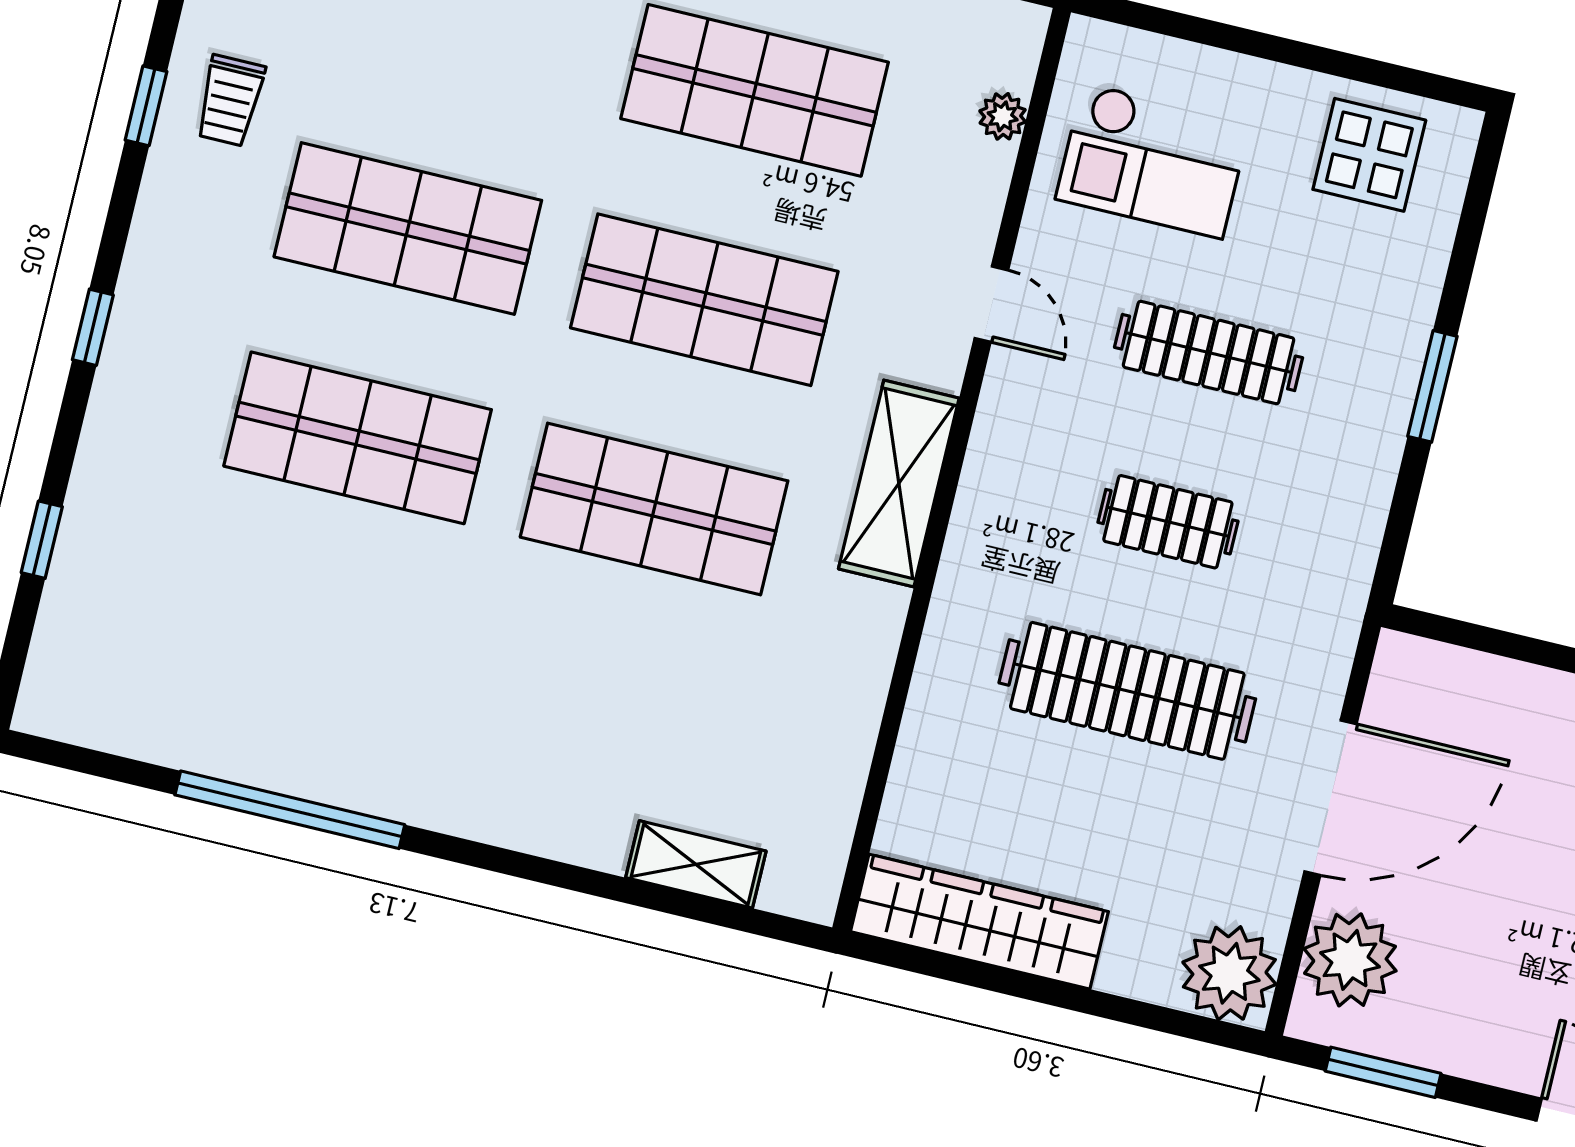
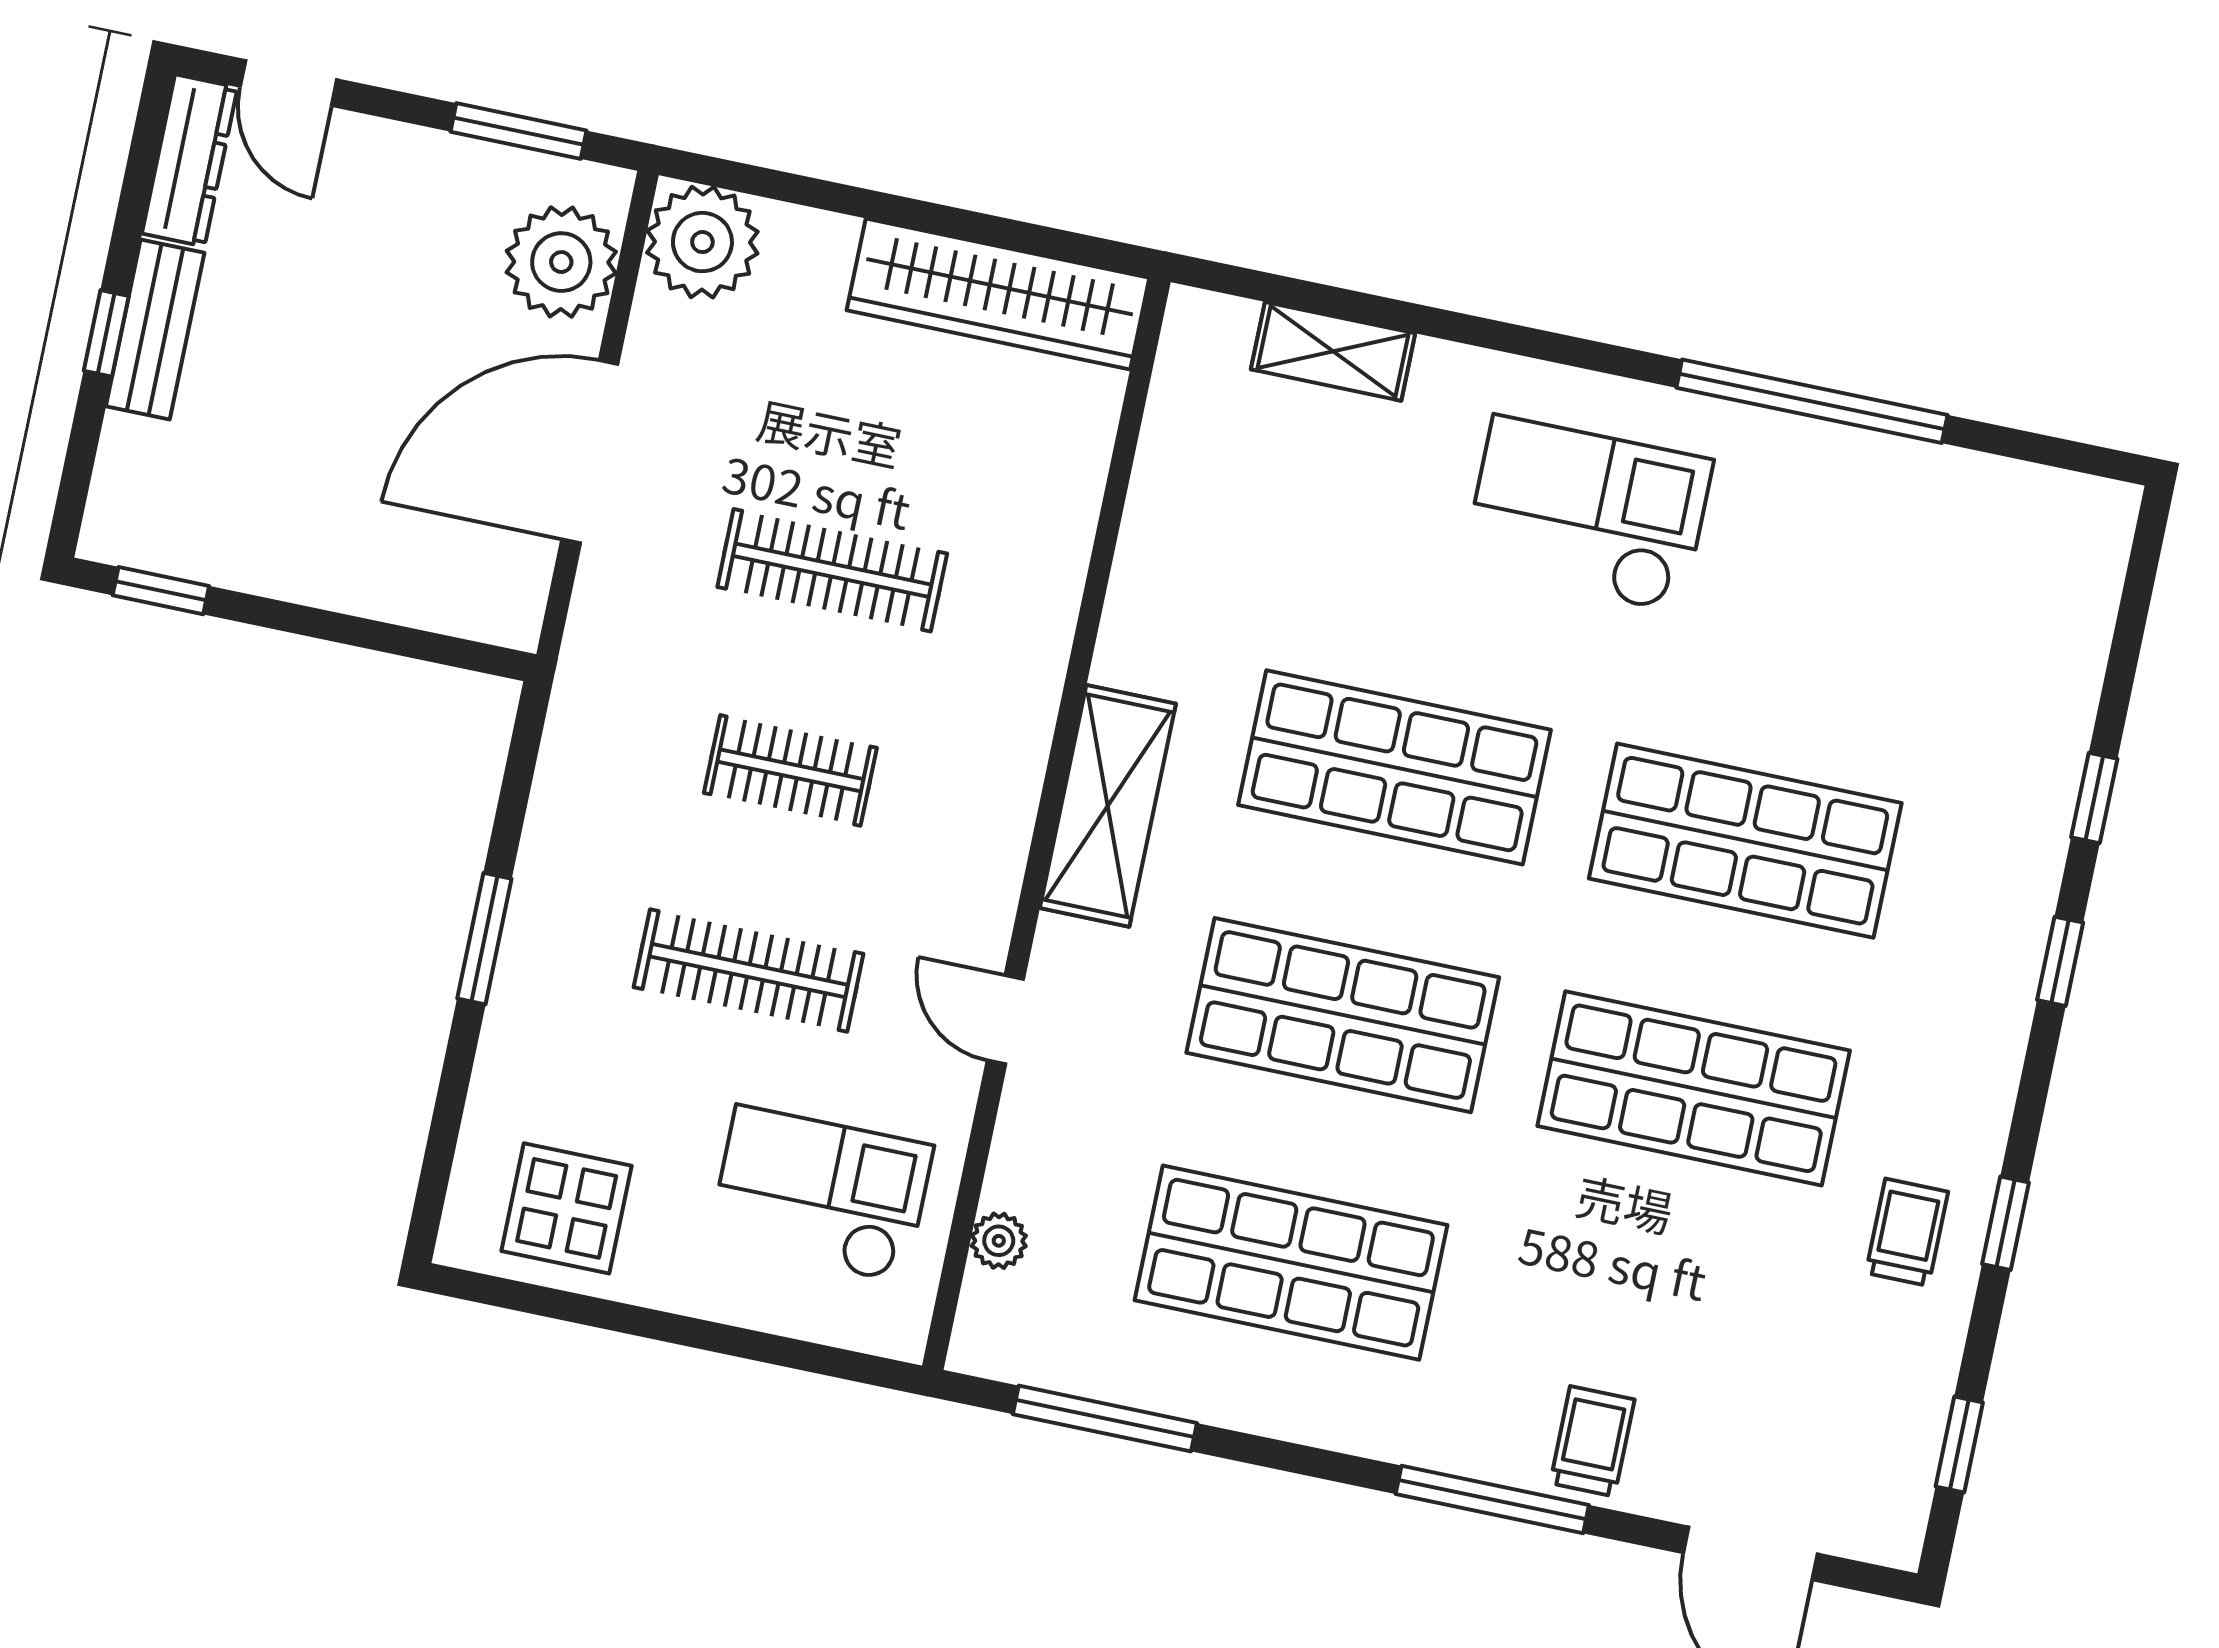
window: (42, 540) -> (2094, 798), moved
clothes rail: (1127, 691) -> (832, 570), width x0.73, depth x0.76
checkout: (484, 720) -> (1588, 514), added

